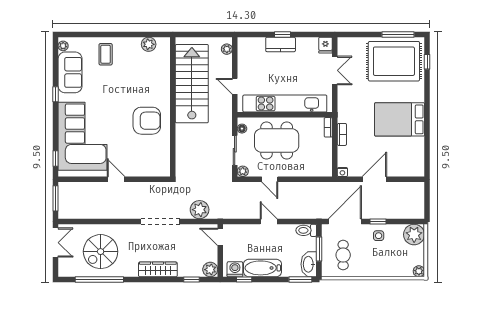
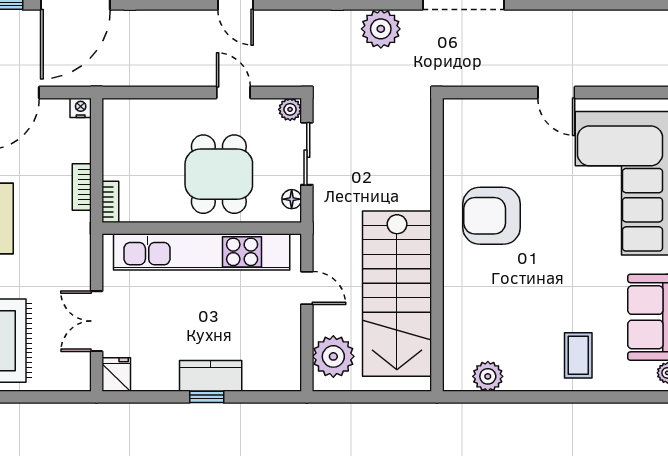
plant: (227, 49) -> (333, 356), width x1.87, depth x1.87
dining table: (277, 141) -> (219, 174), width x0.73

